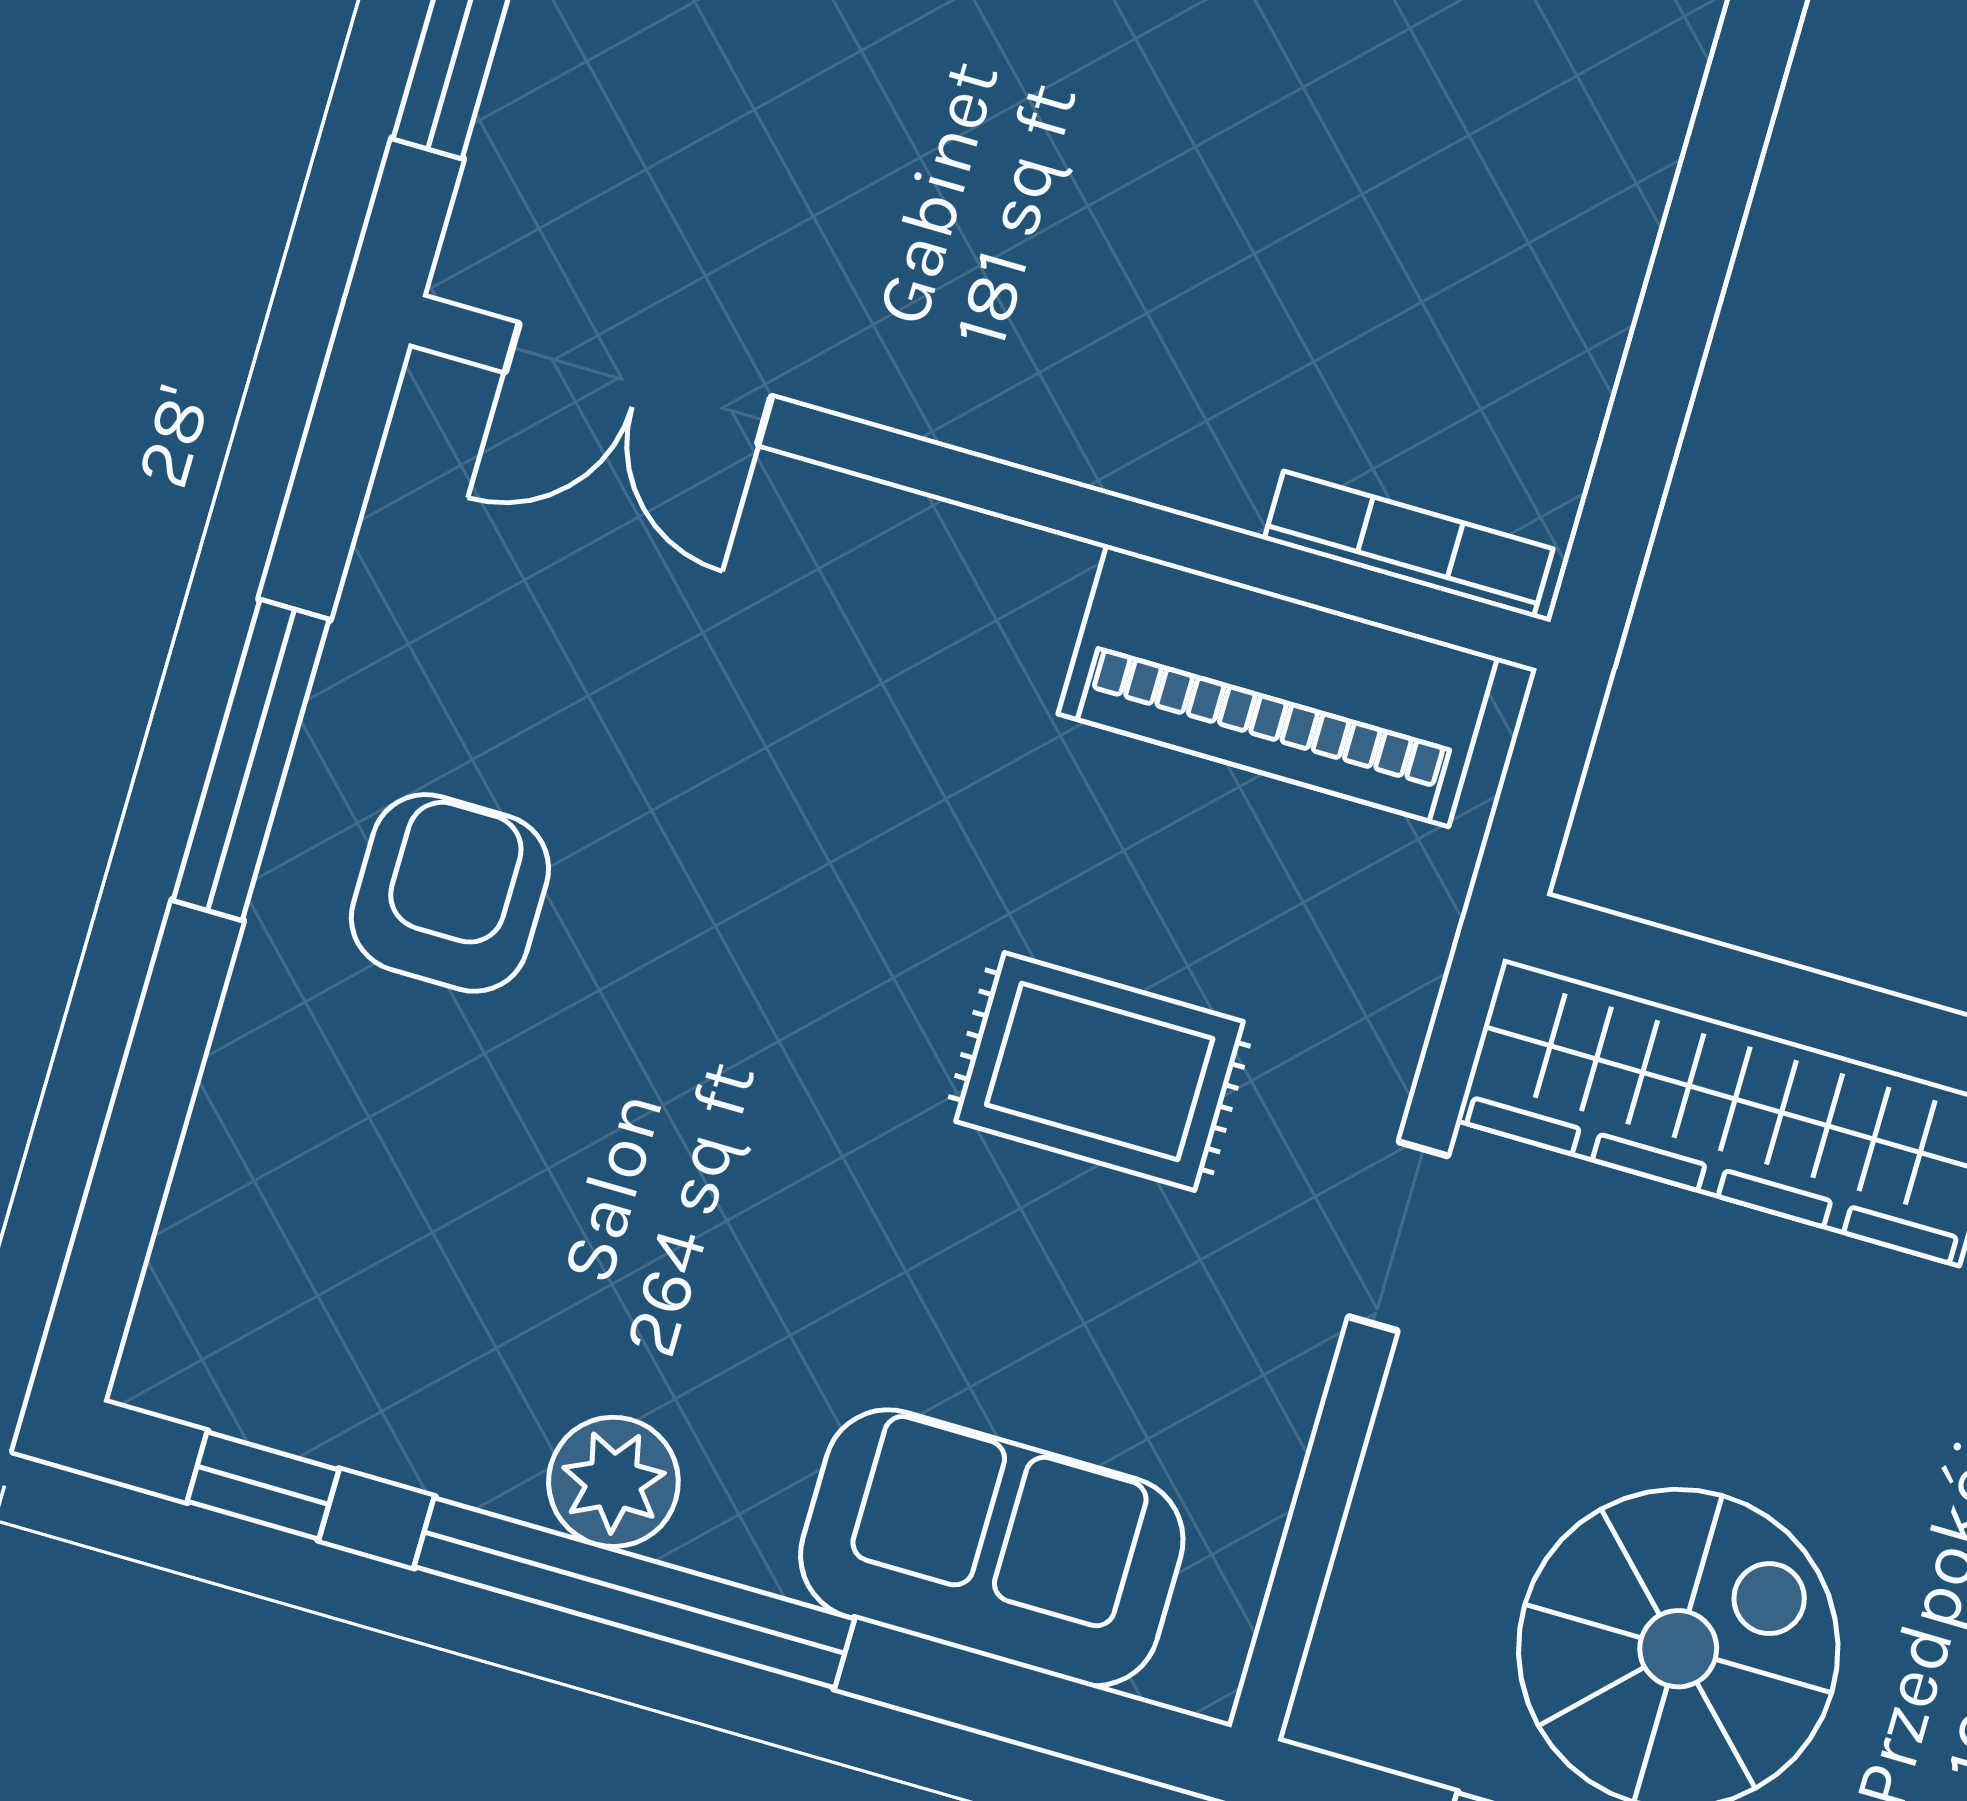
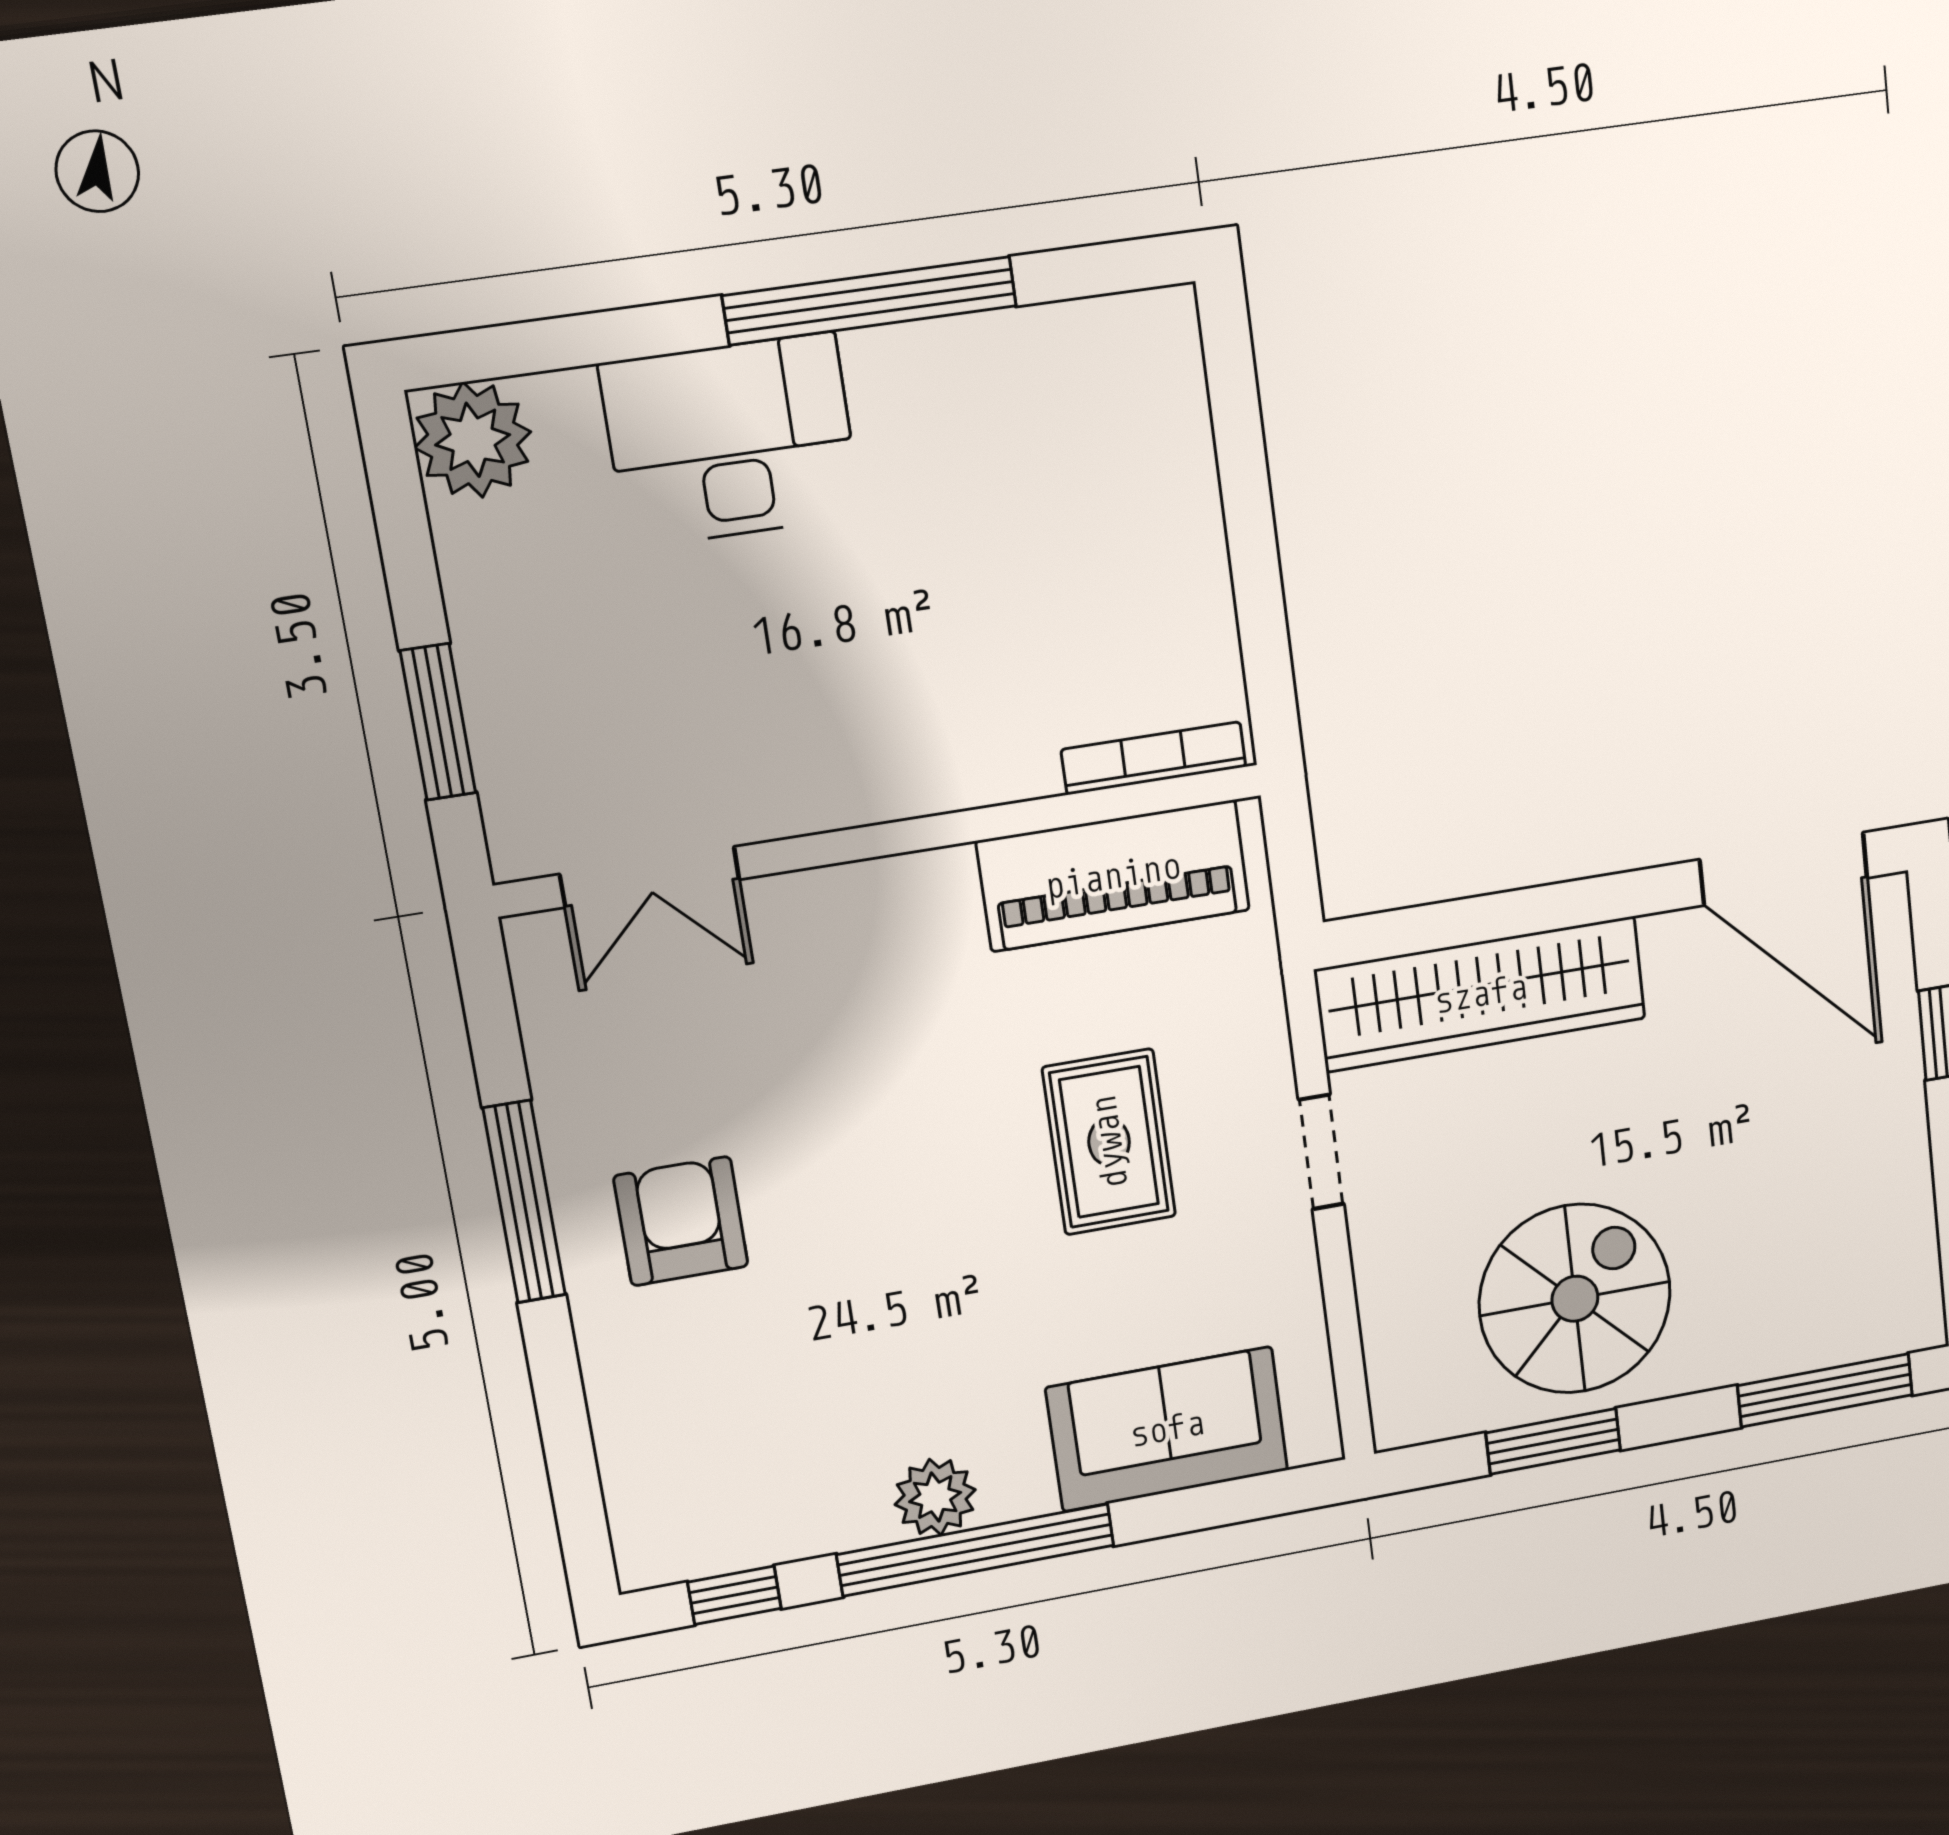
rug: (1100, 1072) -> (1109, 1142), turned 90

